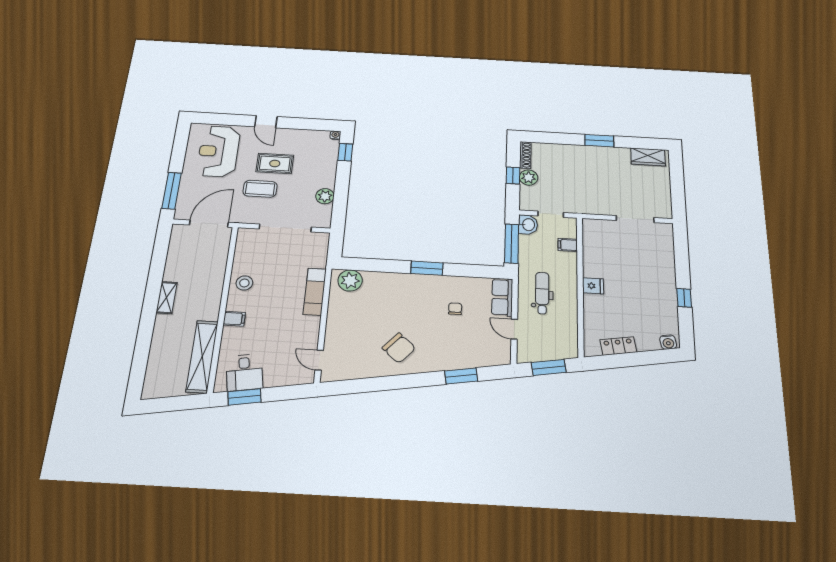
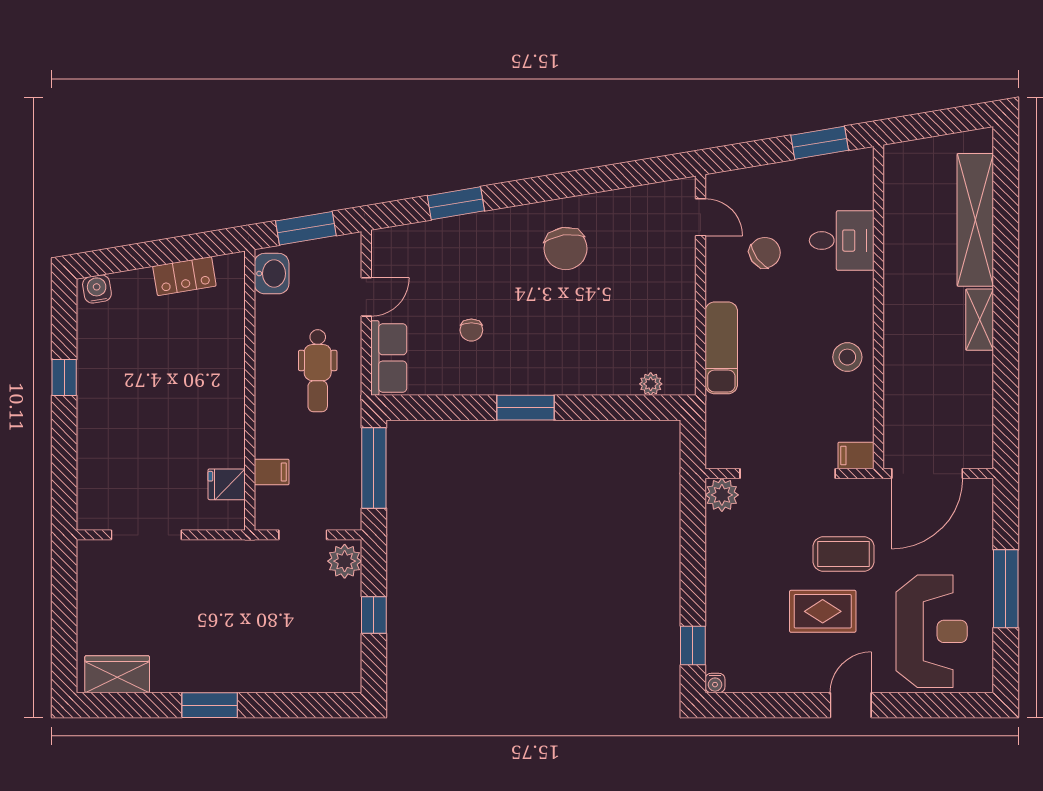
door: (266, 122) -> (851, 705), hinge flipped
shoe rack: (525, 155) -> (351, 662), removed
plant: (529, 178) -> (345, 561), moved
window: (172, 191) -> (1006, 589), moved
plant: (325, 196) -> (722, 495), moved
washbasin: (528, 225) -> (272, 274), moved, turned 180
plant: (350, 281) -> (651, 384), width x0.53, depth x0.53
fridge: (593, 286) -> (227, 484), moved
filing cabinet: (234, 319) -> (856, 456), moved
door: (514, 329) -> (366, 297), hinge flipped
chair: (284, 339) -> (765, 253), added
chair: (399, 348) -> (566, 248), turned -140
shelving: (202, 356) -> (975, 220), moved
desk: (244, 372) -> (842, 241), moved, turned 99

